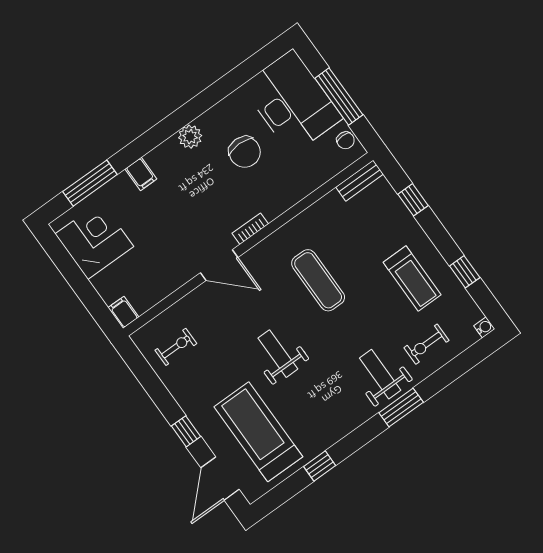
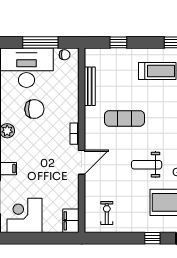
bench: (360, 181) -> (90, 86), moved, width x1.36
filing cabinet: (123, 312) -> (71, 221), width x2.00

